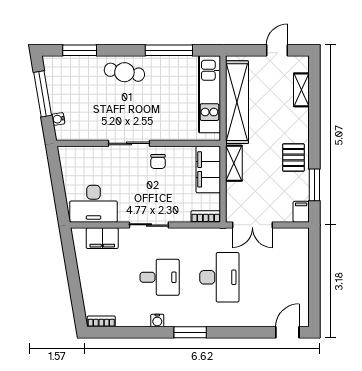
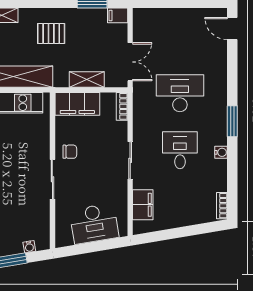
pallet: (293, 157) -> (51, 34), moved
shelving: (234, 163) -> (87, 80), moved
desk: (94, 204) -> (94, 224), moved, turned 81

